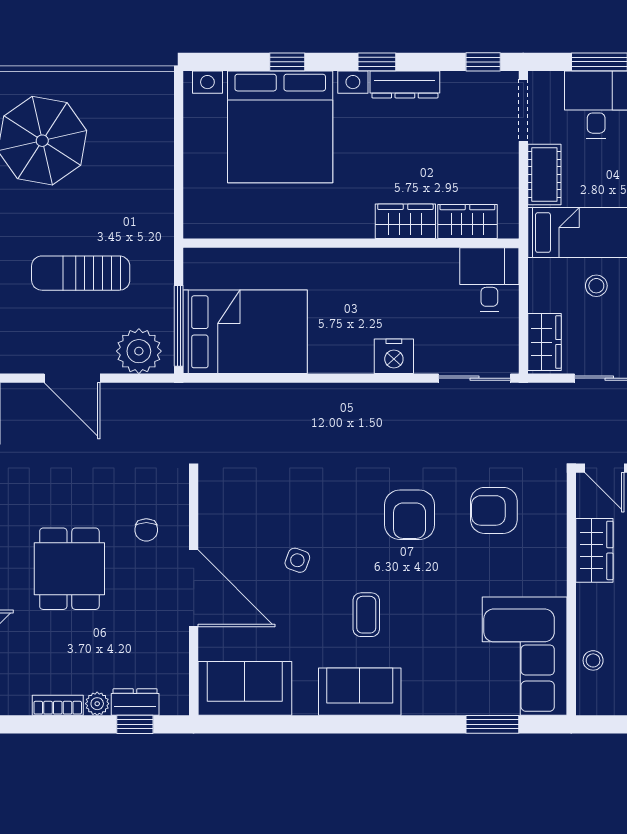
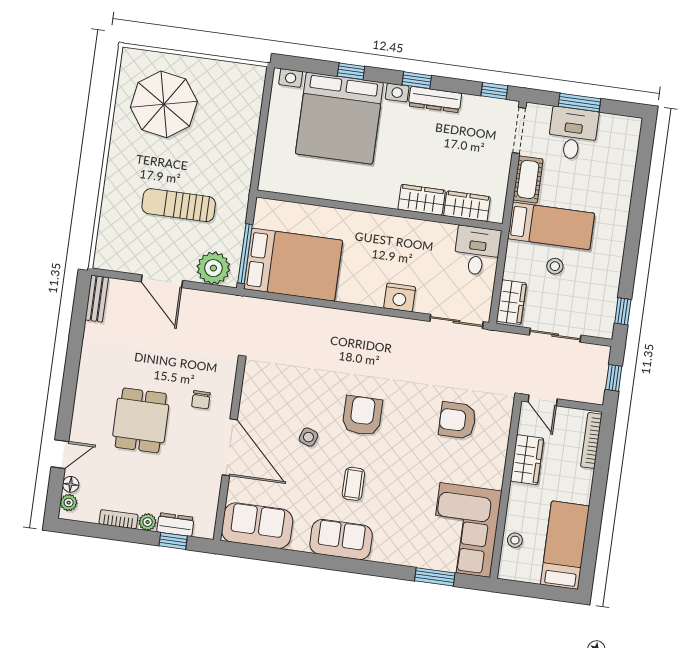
armchair: (410, 515) -> (362, 416), moved, turned 180

